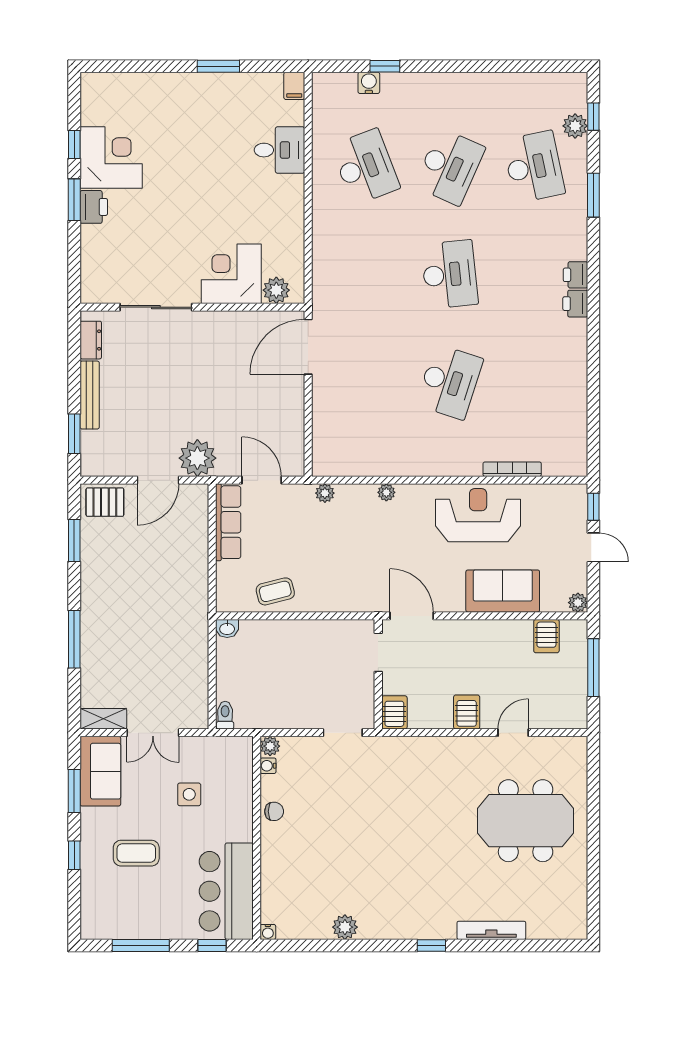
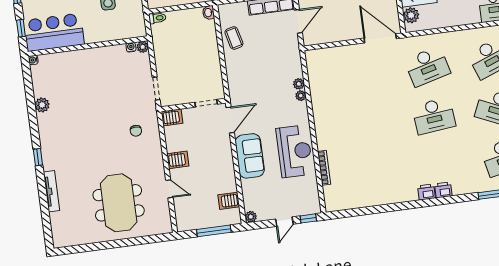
desk: (450, 382) -> (427, 66), moved, turned -33
plant: (325, 493) -> (299, 84), moved
sofa: (503, 591) -> (250, 156), moved
chair: (274, 811) -> (136, 131), moved

